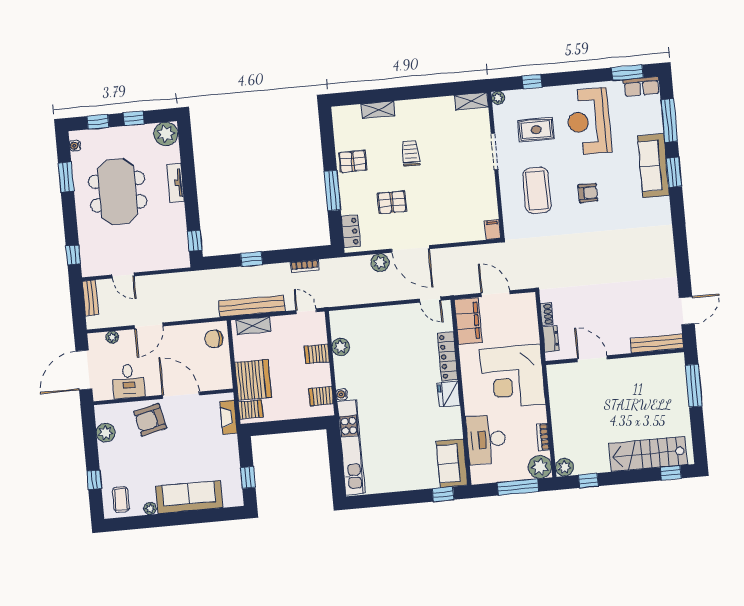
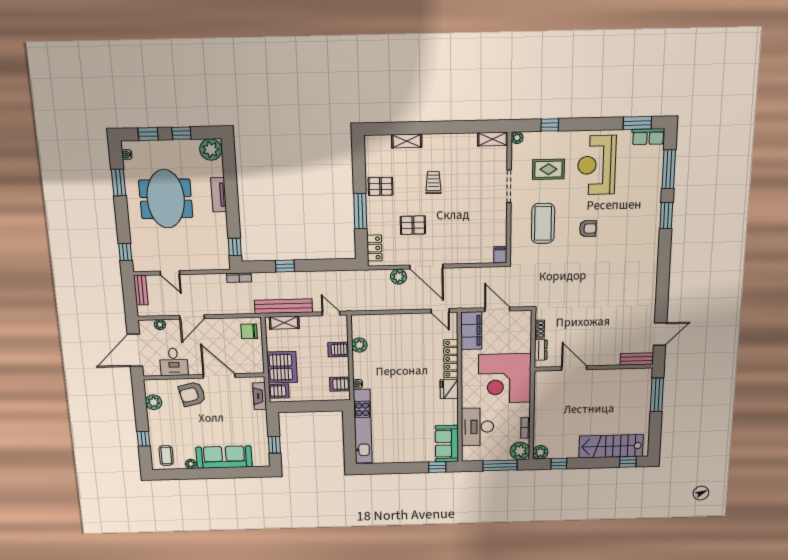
sofa: (653, 166) -> (649, 209), removed
bookcase: (305, 266) -> (239, 278), moved
bench: (657, 343) -> (637, 359), width x0.73

